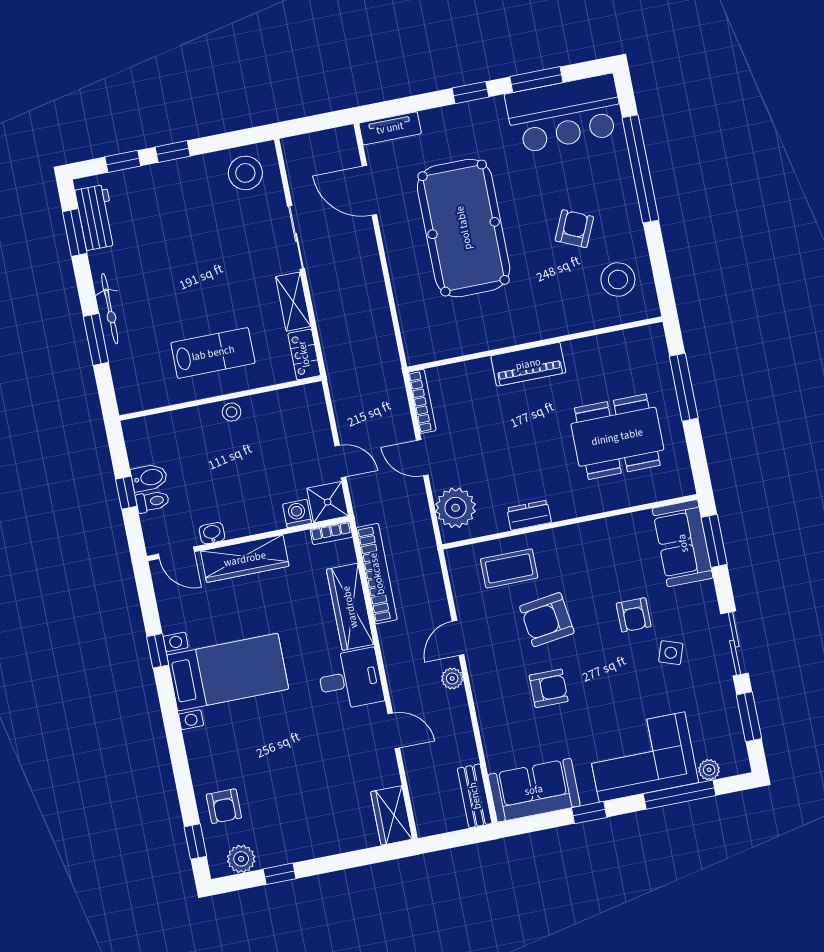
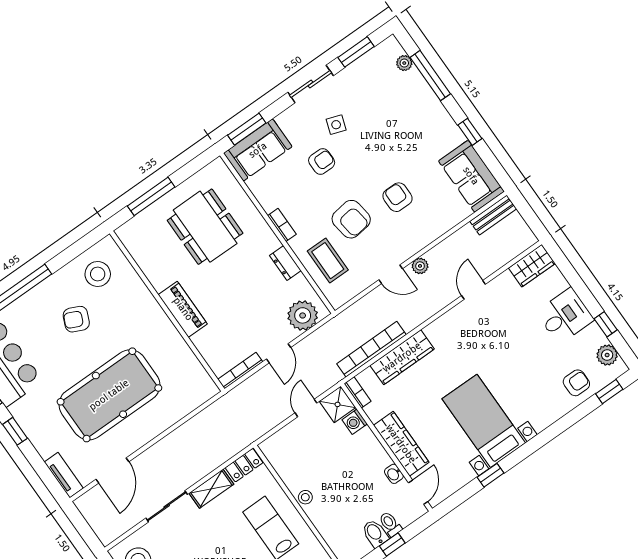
bookcase: (578, 532) -> (282, 225), added
desk: (350, 679) -> (565, 316), moved, turned 90
corner sofa: (642, 757) -> (416, 113), removed

